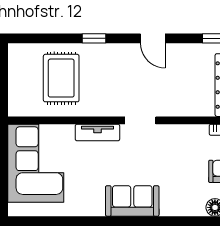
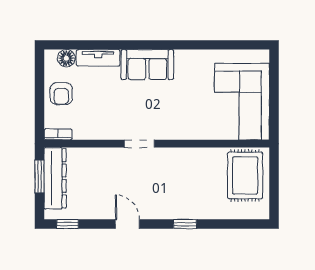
rug: (61, 78) -> (245, 175), moved
tv unit: (97, 132) -> (98, 58), moved, turned 180

